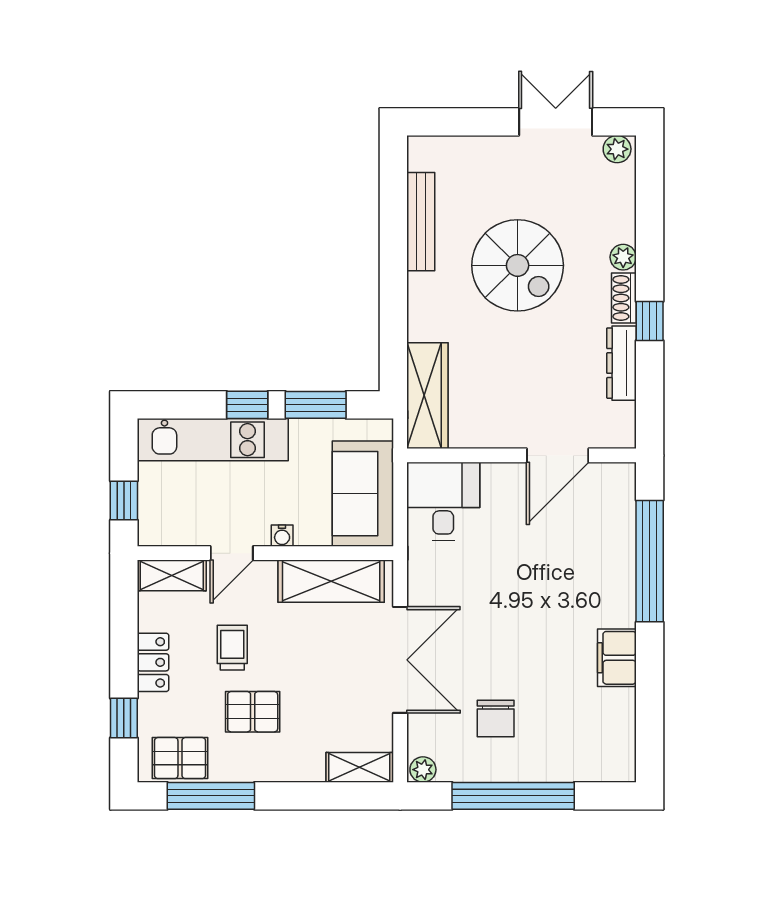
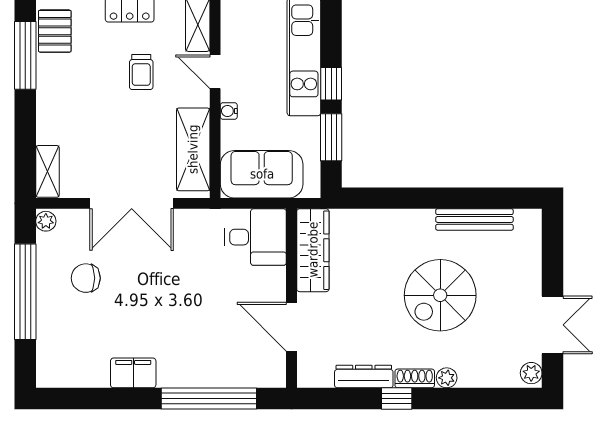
wardrobe: (427, 396) -> (313, 250), moved, turned -90
trolley: (232, 648) -> (141, 72), turned 90
pallet: (253, 712) -> (91, 88), removed

